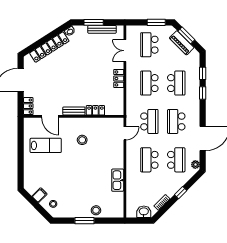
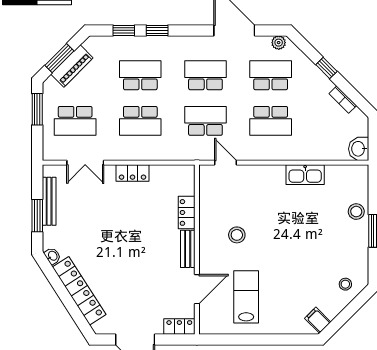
school desk: (176, 121) -> (205, 75), turned 180
filing cabinet: (40, 195) -> (318, 320), moved
washbasin: (144, 212) -> (359, 149), moved

